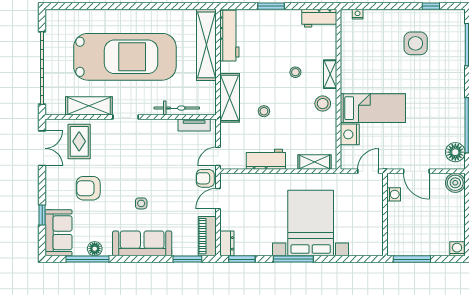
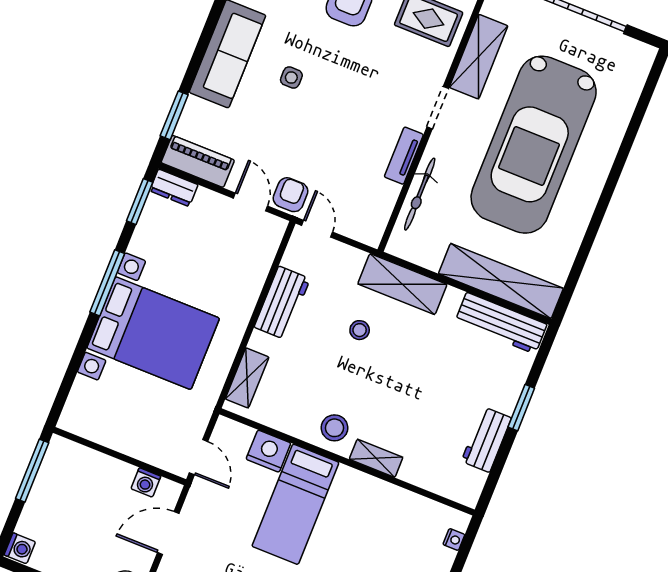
workbench: (319, 18) -> (486, 440), moved
stool: (295, 72) -> (401, 405), removed
tv unit: (194, 125) -> (404, 156), moved

